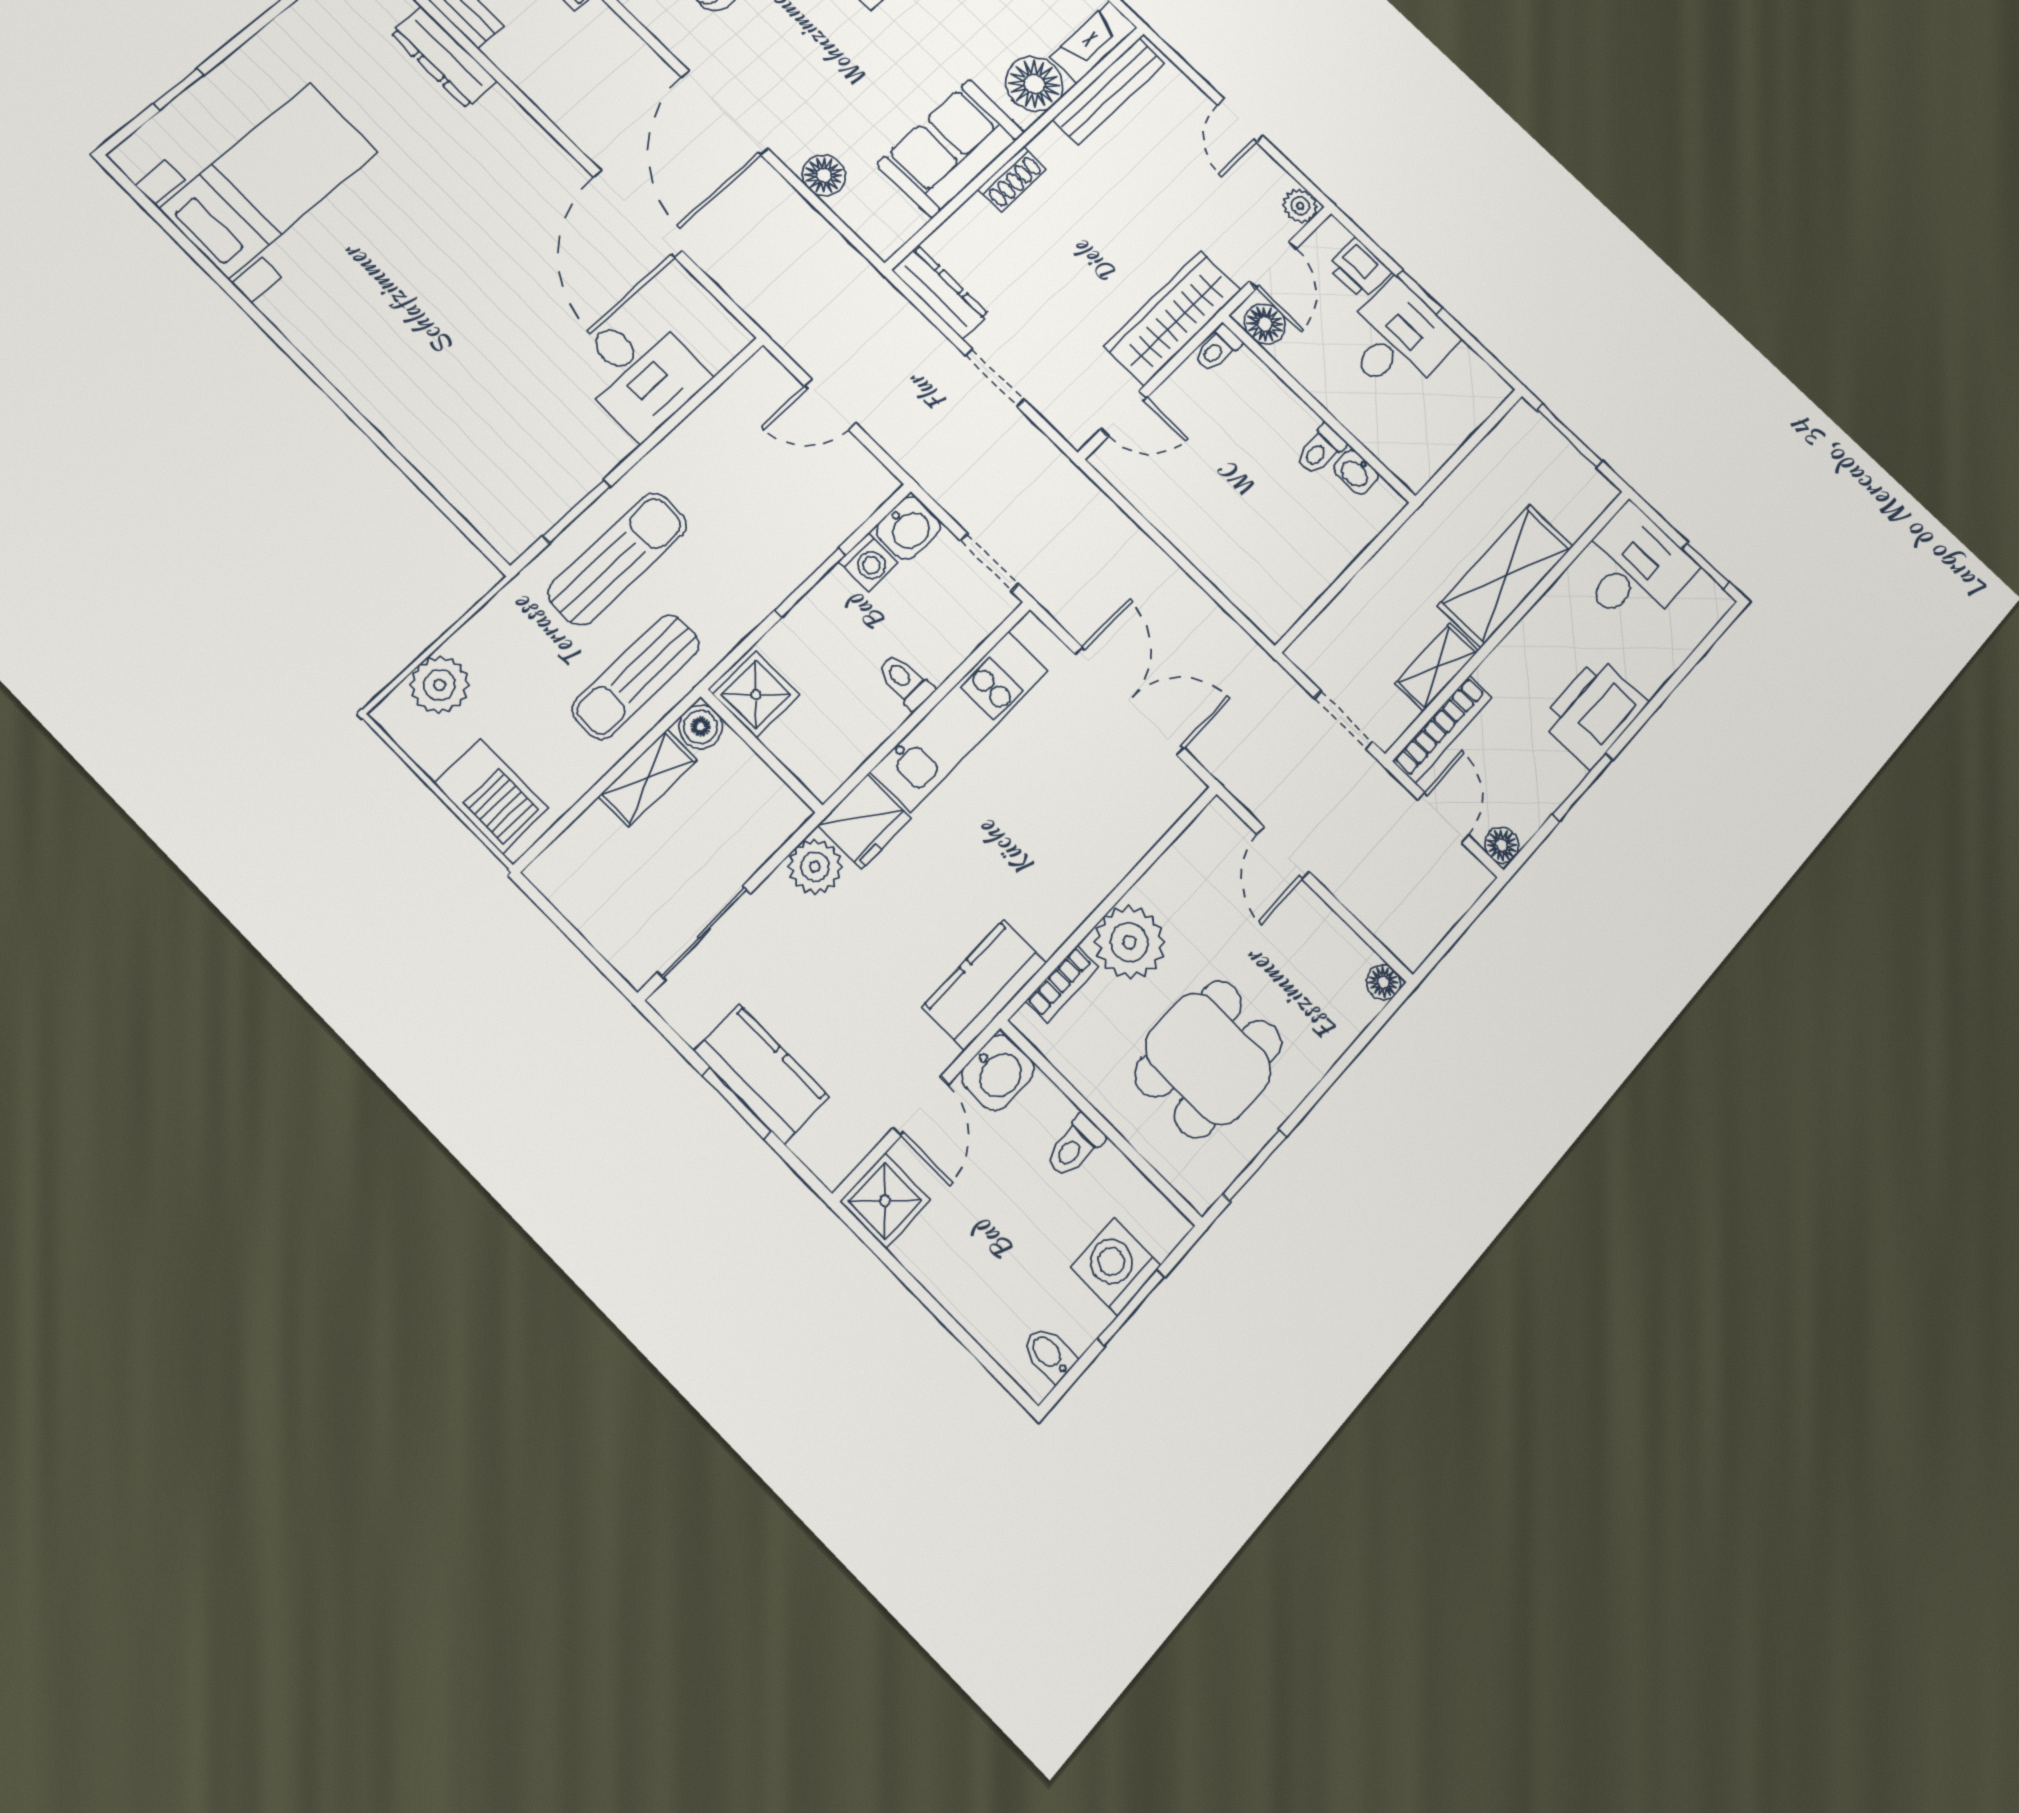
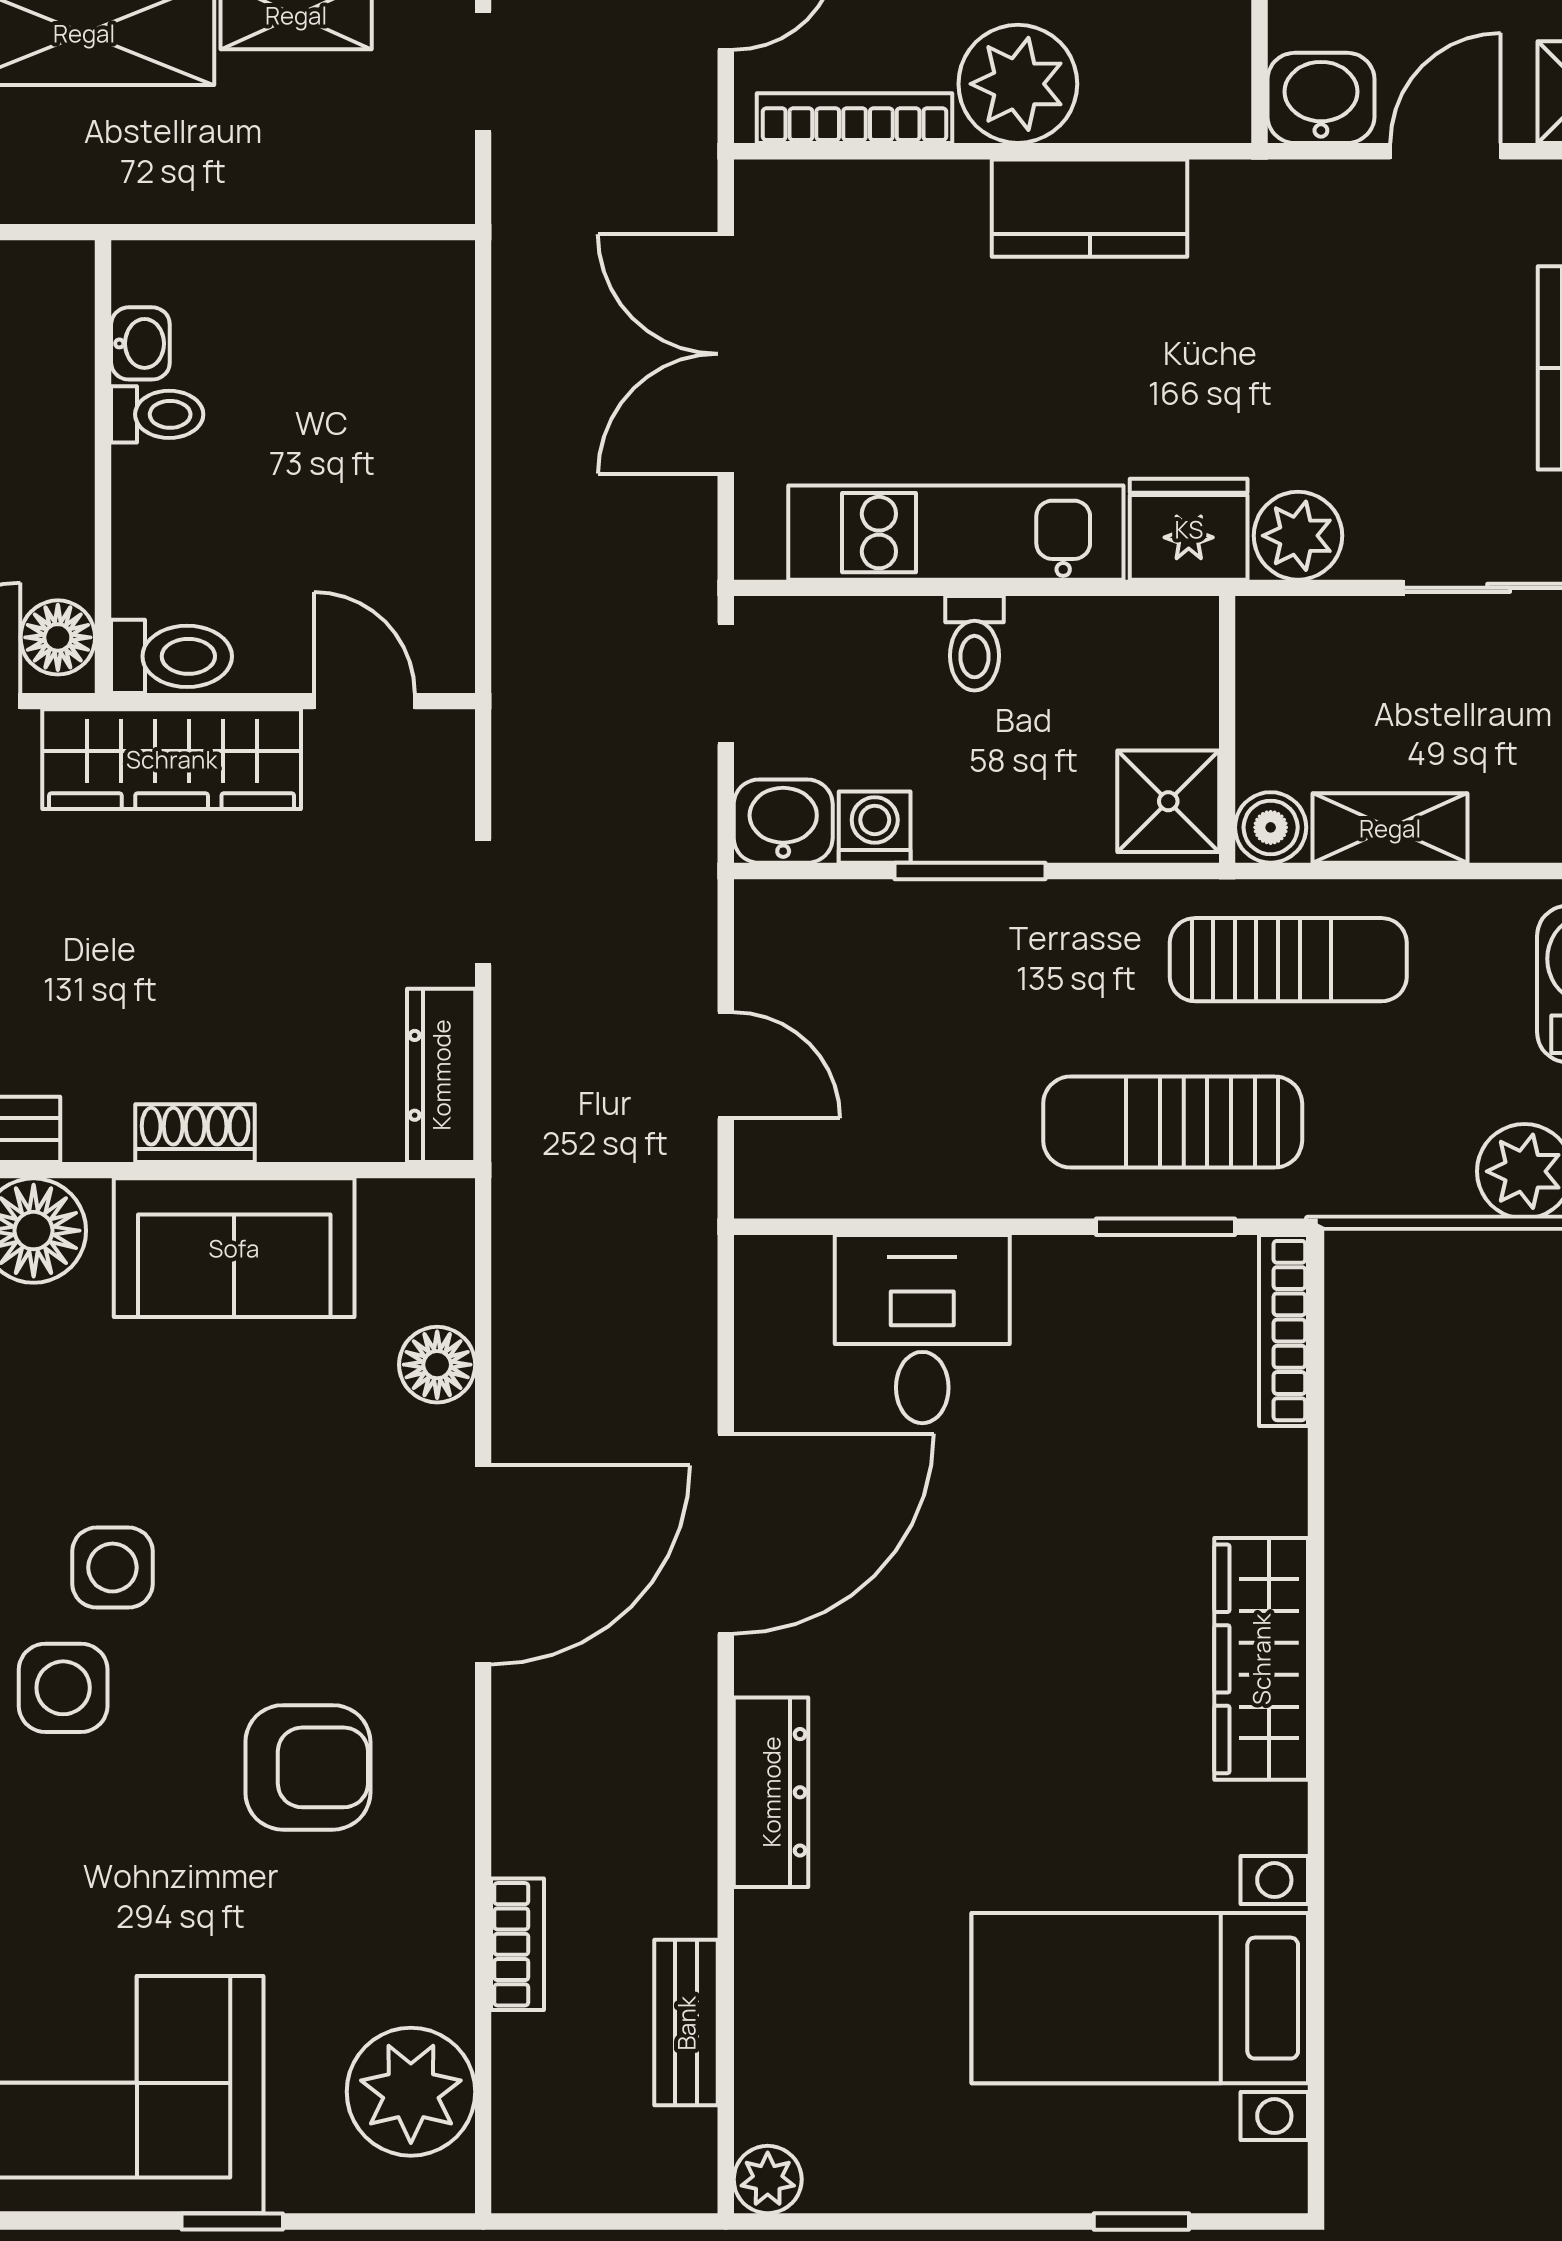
dresser: (444, 57) -> (771, 1792), moved
toilet: (1217, 348) -> (172, 656), width x1.37, depth x1.39
wardrobe: (354, 367) -> (1261, 1659), added
bookcase: (481, 515) -> (1284, 1331), added
bookcase: (1062, 984) -> (855, 118), moved, width x1.56
kitchen counter: (984, 985) -> (1090, 208), moved

